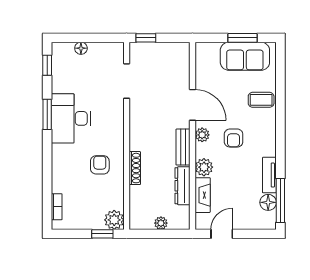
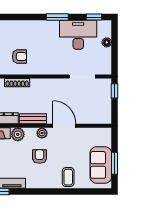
door: (193, 105) -> (64, 126), swing flipped
desk: (71, 118) -> (78, 35), moved
armchair: (234, 138) -> (40, 157), turned 90

